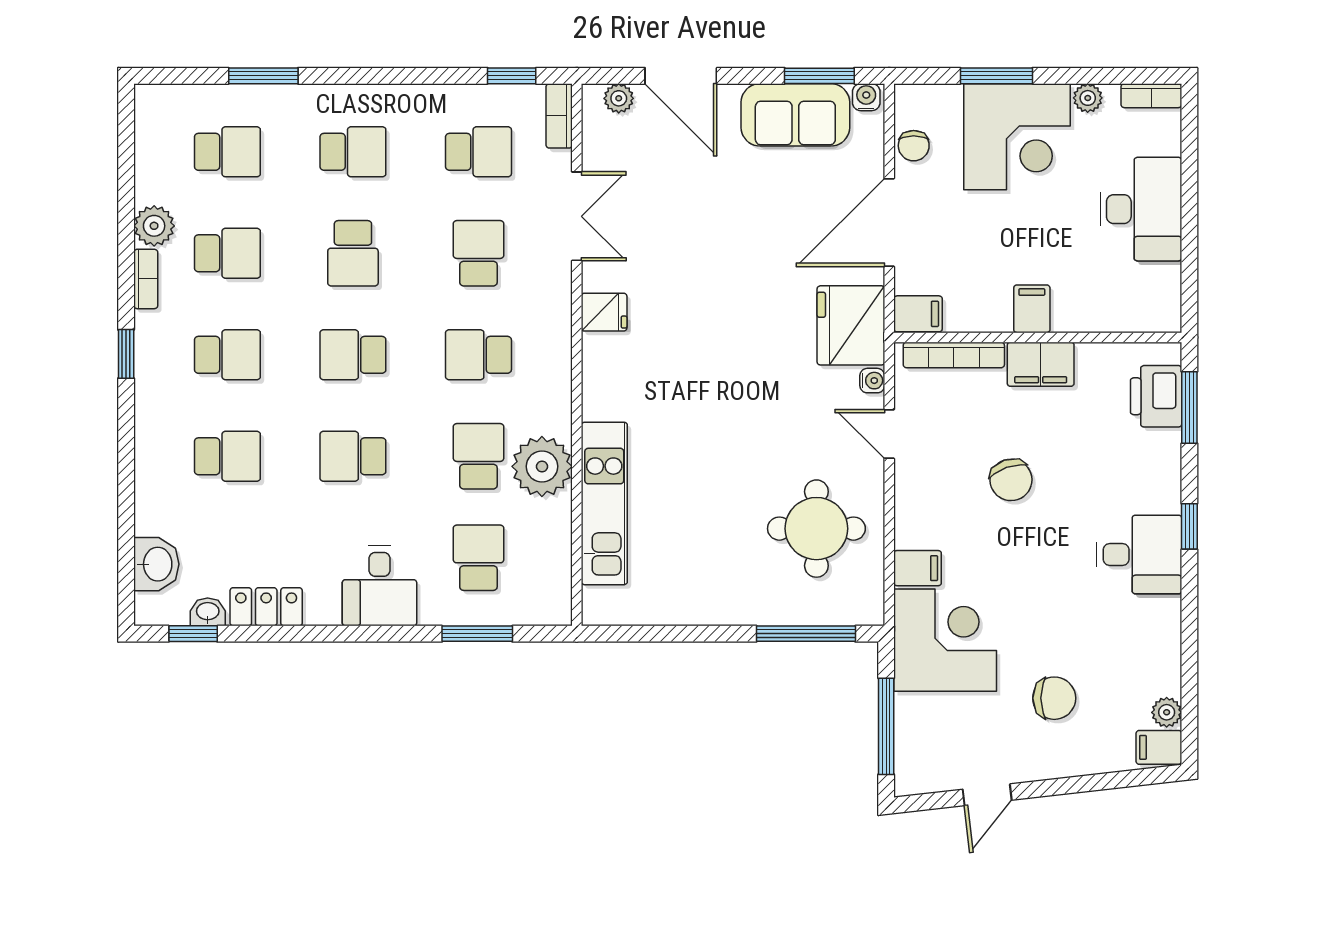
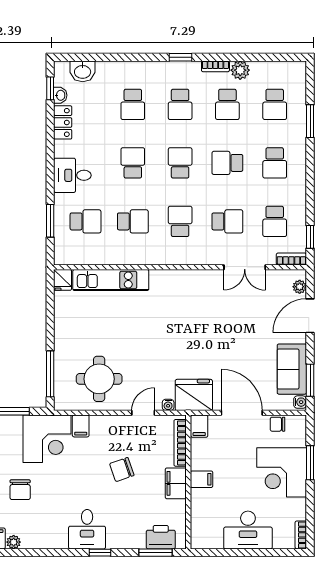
plant: (1088, 98) -> (300, 505), removed
fridge: (604, 312) -> (63, 280), moved
plant: (542, 466) -> (128, 251), removed

